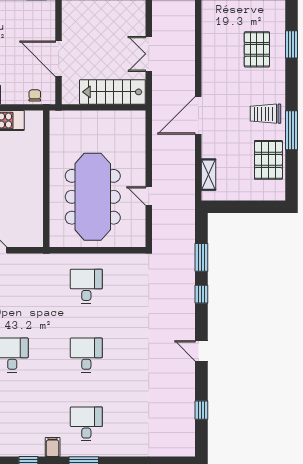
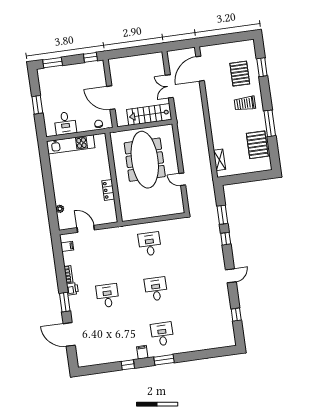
trolley: (266, 114) -> (245, 103), moved
door: (198, 115) -> (200, 69), moved
locker: (35, 197) -> (108, 190), added
meeting table: (93, 197) -> (145, 160), moved
door: (201, 351) -> (231, 276), swing flipped

